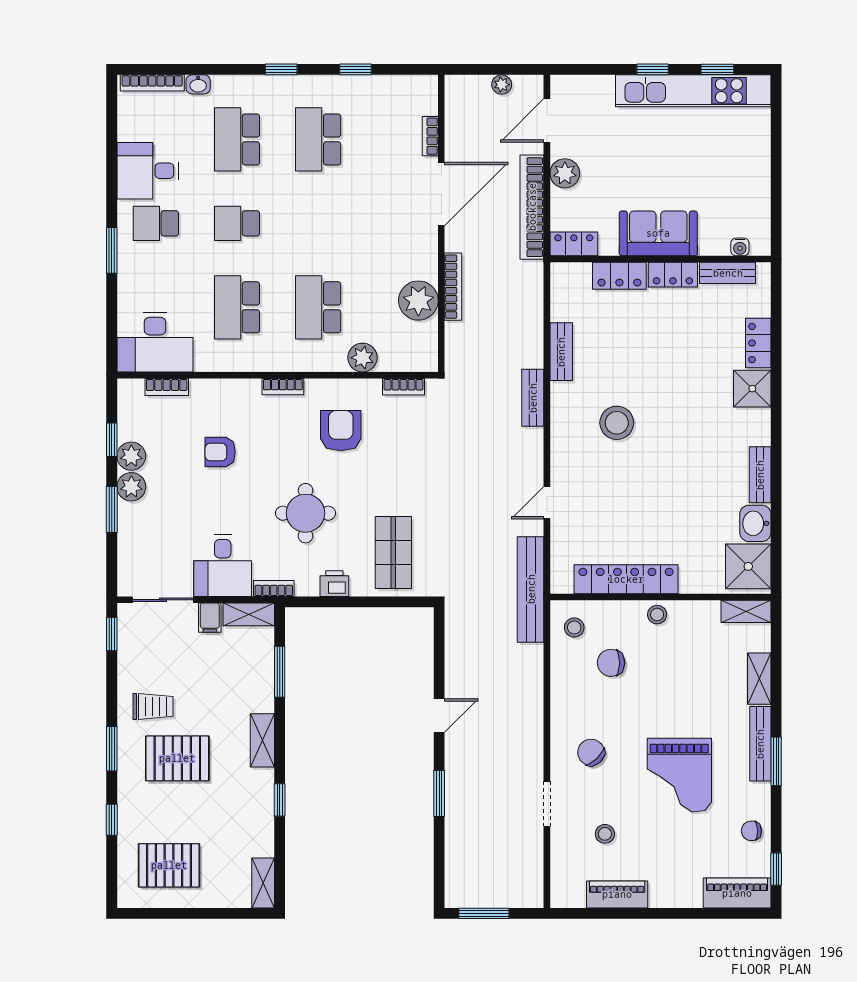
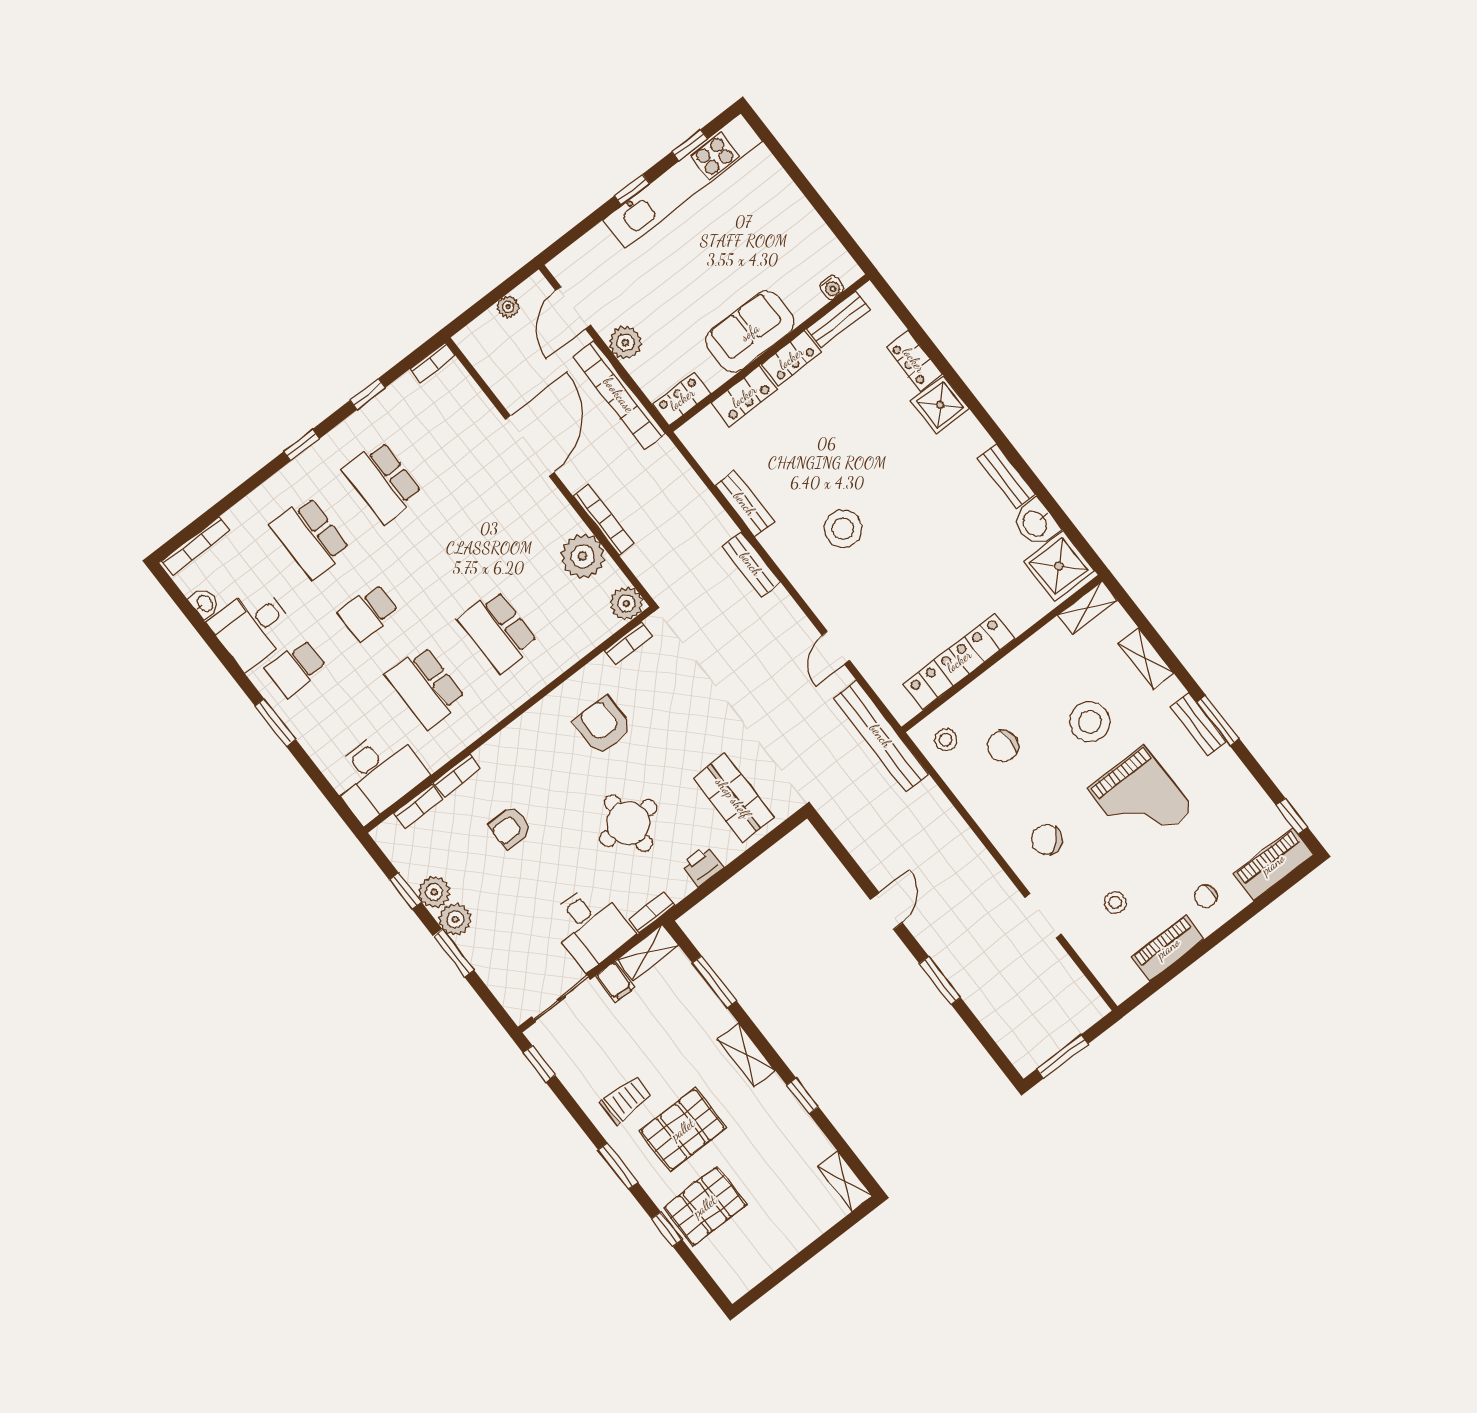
washbasin: (198, 84) -> (205, 604), moved, turned -90
bookcase: (430, 136) -> (433, 362), moved, turned -90
plant: (363, 358) -> (626, 603), moved
bookcase: (283, 387) -> (457, 775), moved
stool: (657, 615) -> (1090, 722), moved, width x1.89, depth x1.89
bench: (760, 744) -> (1198, 724), width x0.73
chair: (751, 831) -> (1206, 896), moved
pallet: (169, 865) -> (705, 1206), moved

